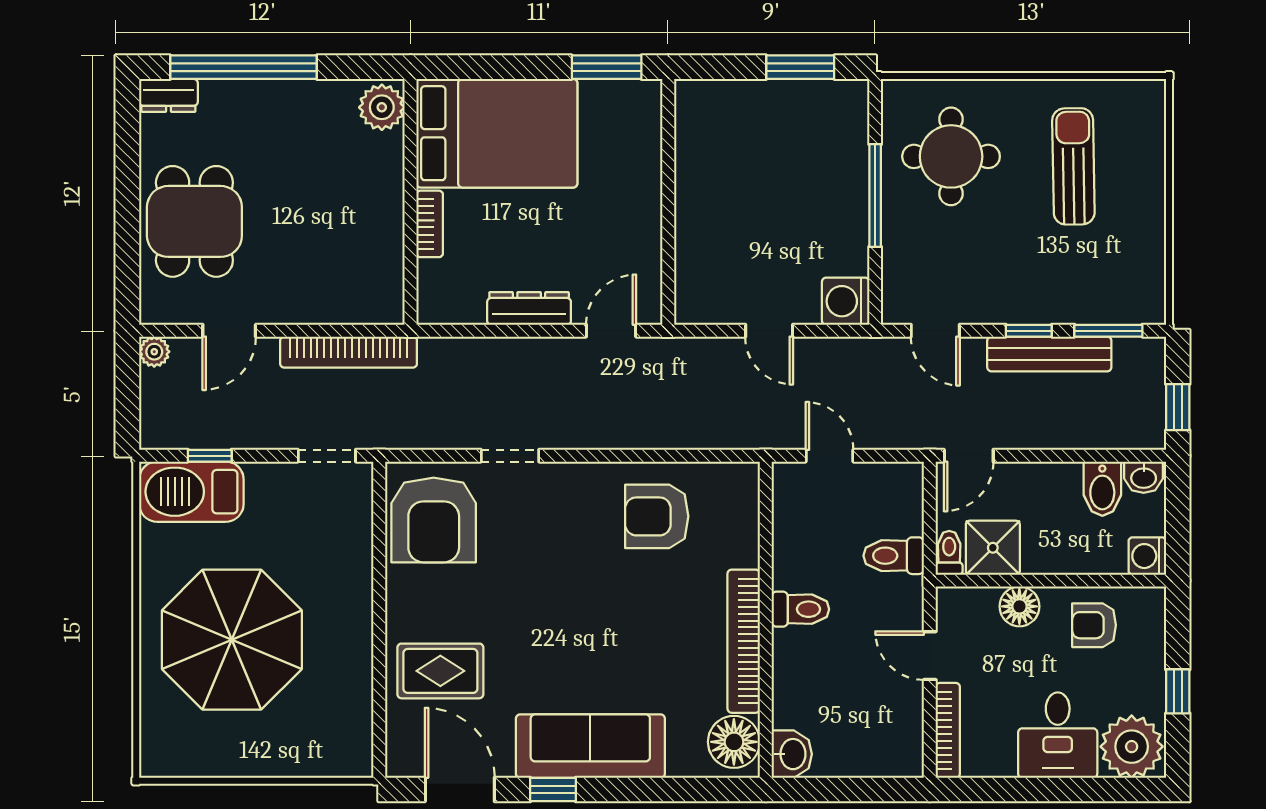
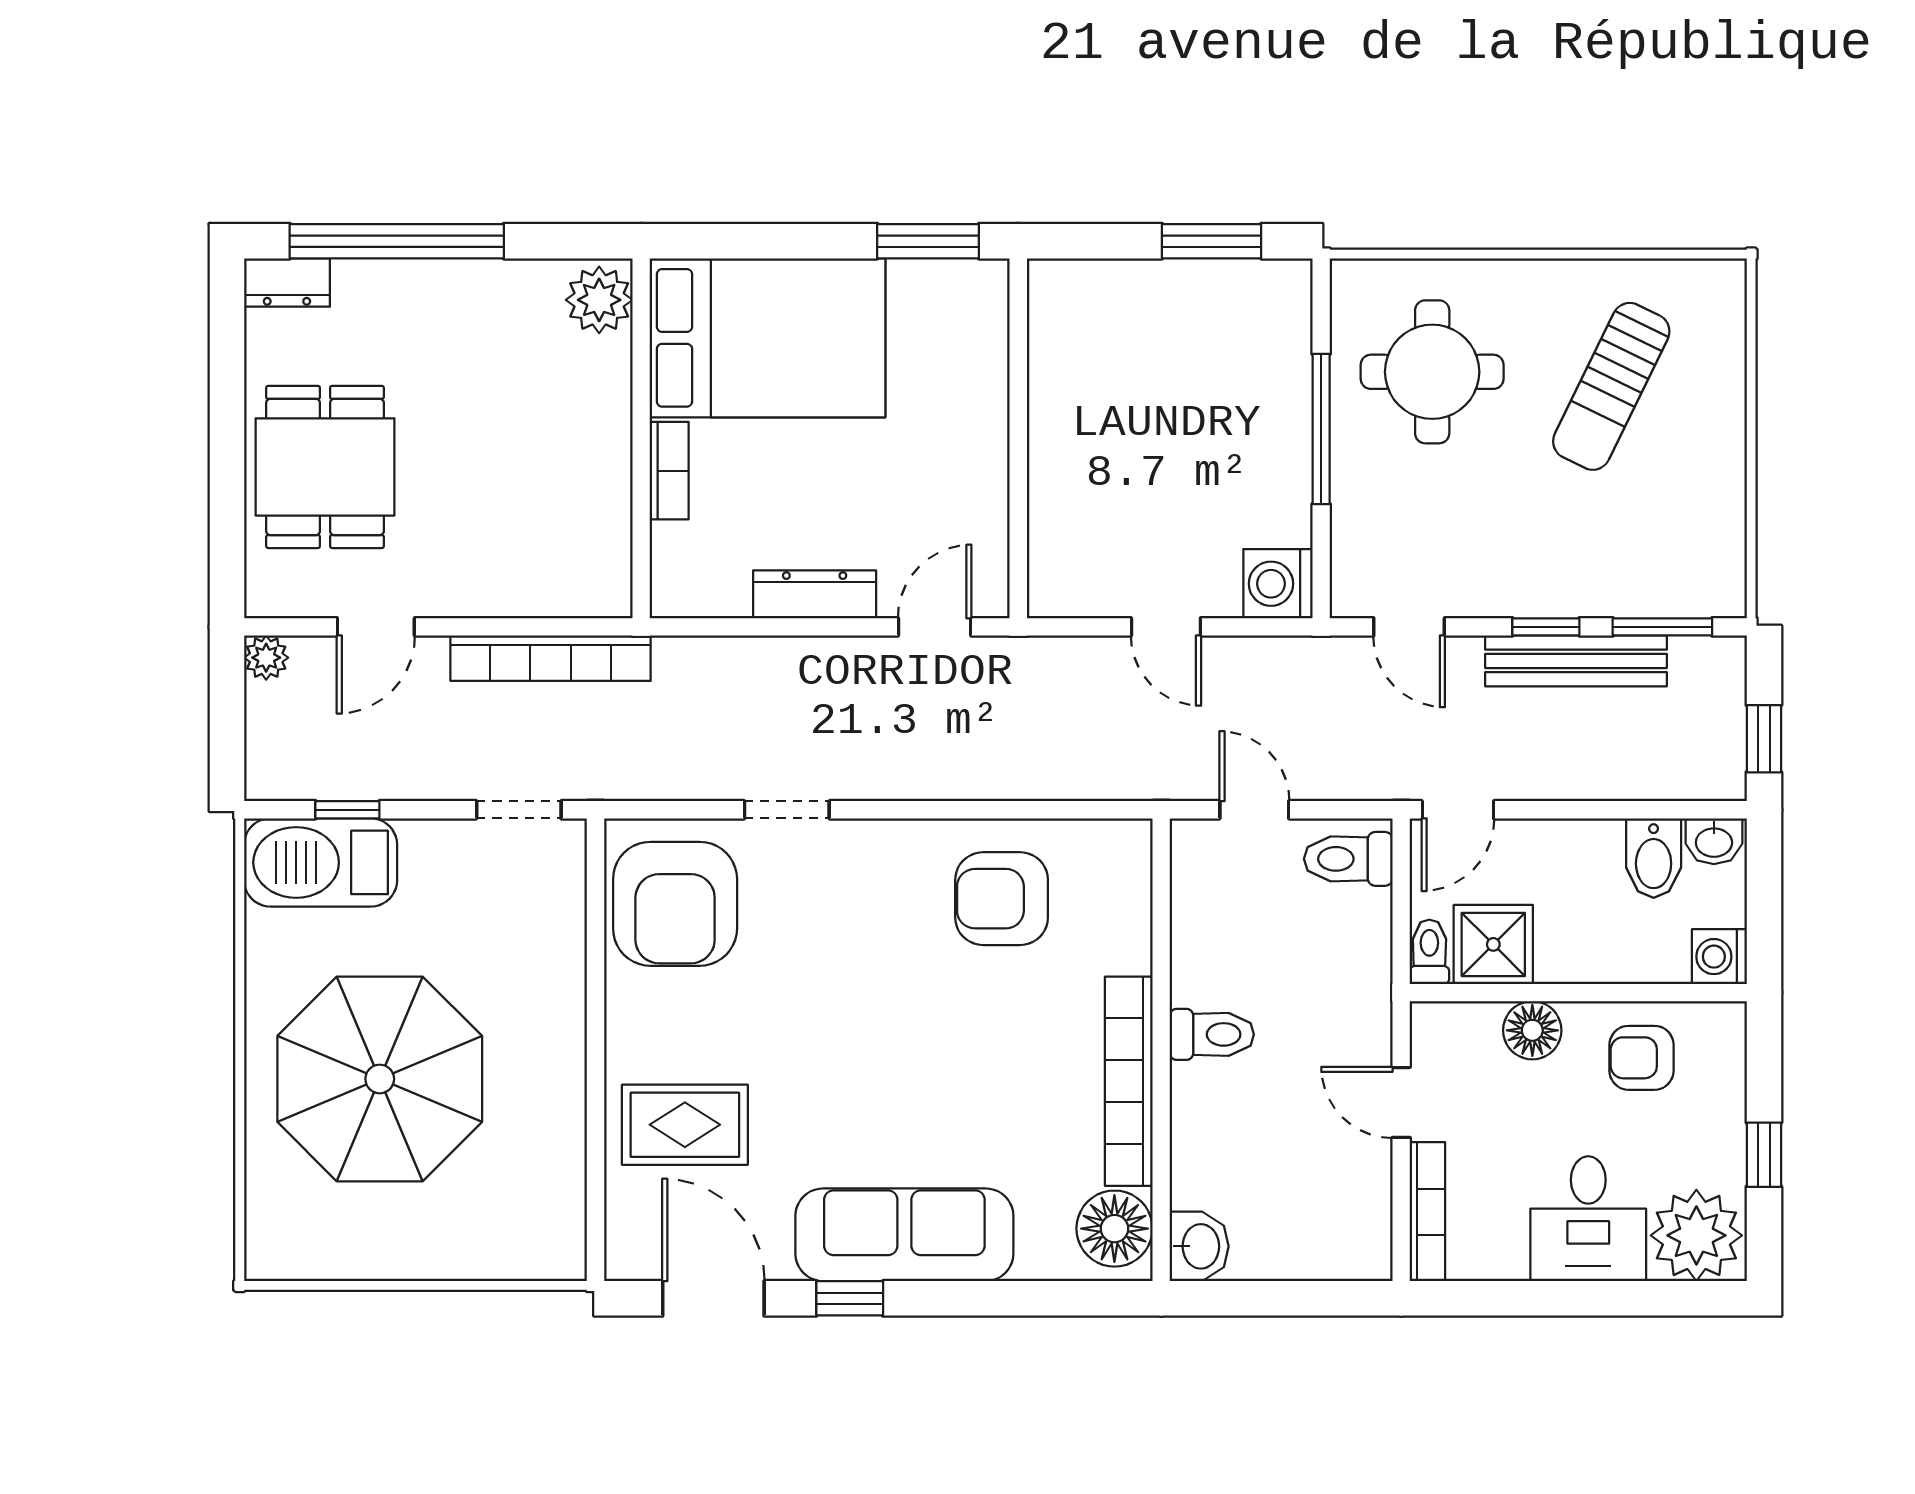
sun lounger: (1073, 166) -> (1611, 386), turned -153
toilet: (894, 556) -> (1348, 859), moved

